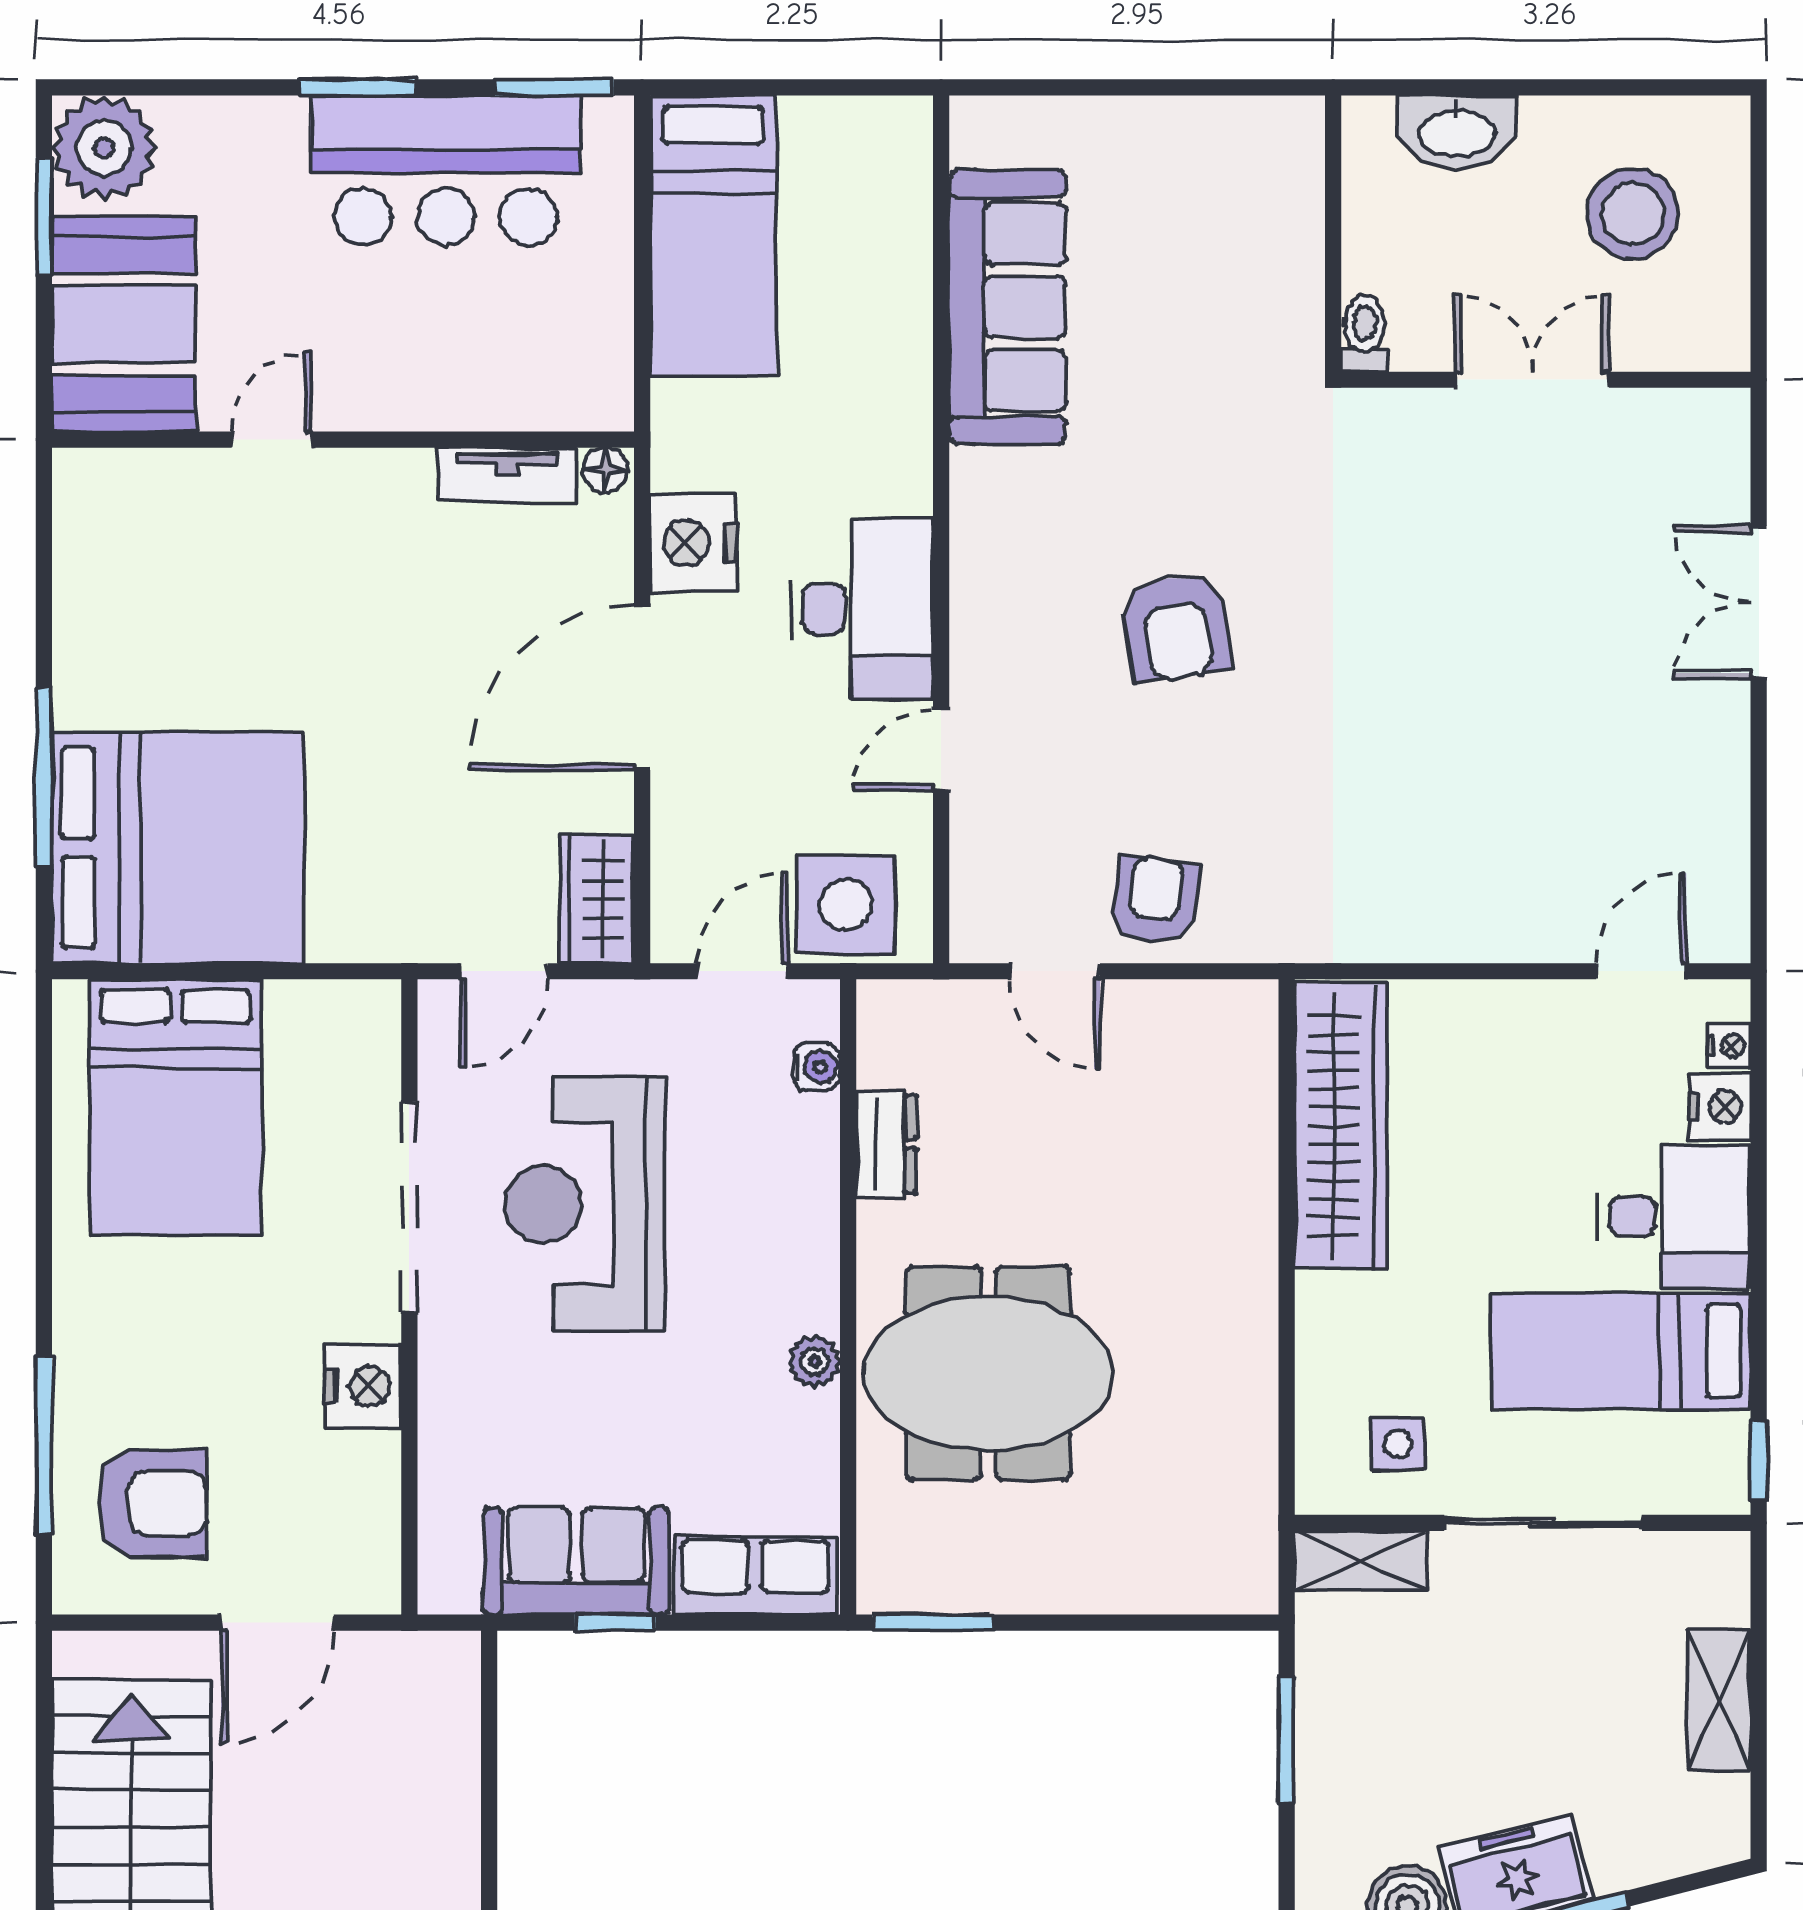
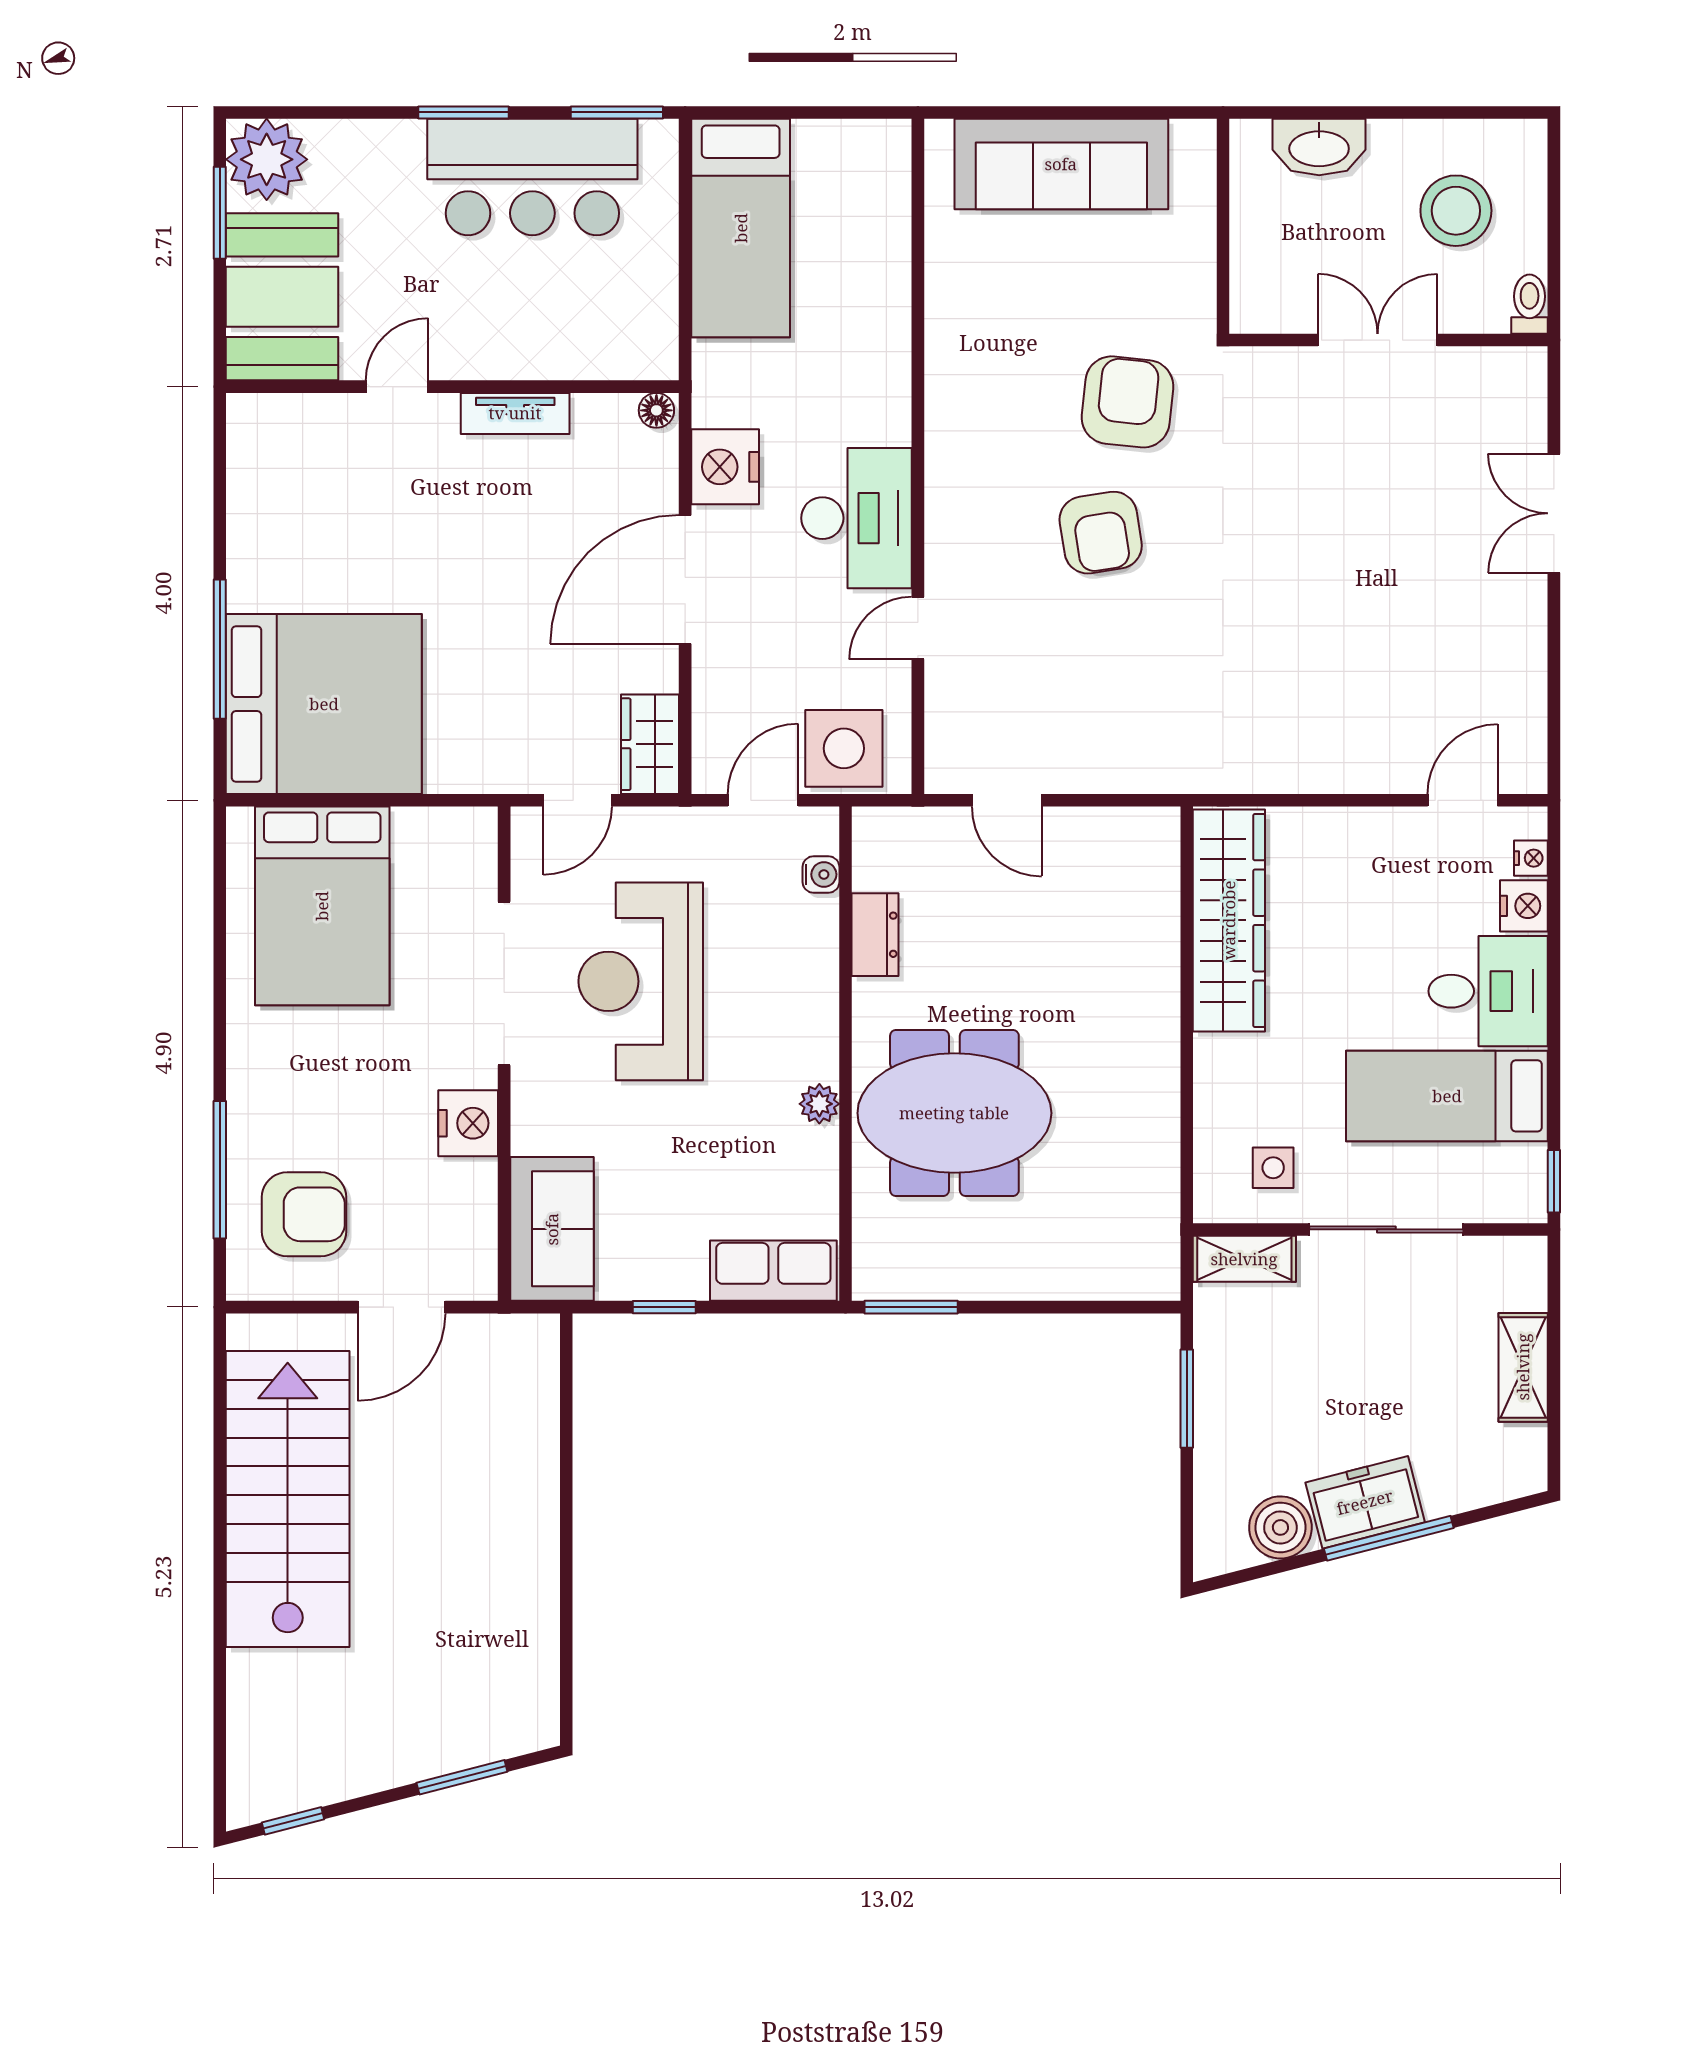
sofa: (1007, 307) -> (1061, 164), moved, turned 90
toilet: (1365, 334) -> (1530, 304), moved
tv unit: (507, 474) -> (515, 413), moved
armchair: (1155, 900) -> (1127, 402), moved, width x1.38, depth x1.38
sofa: (576, 1561) -> (552, 1229), moved, turned 90

